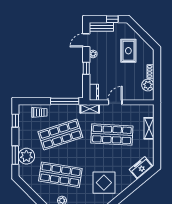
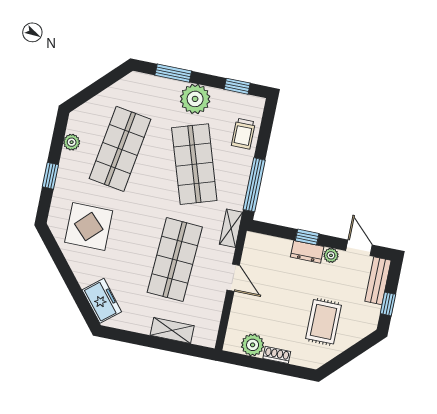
rug: (128, 51) -> (324, 322), turned 90
dresser: (94, 92) -> (307, 252), moved
plant: (26, 156) -> (195, 99), moved

